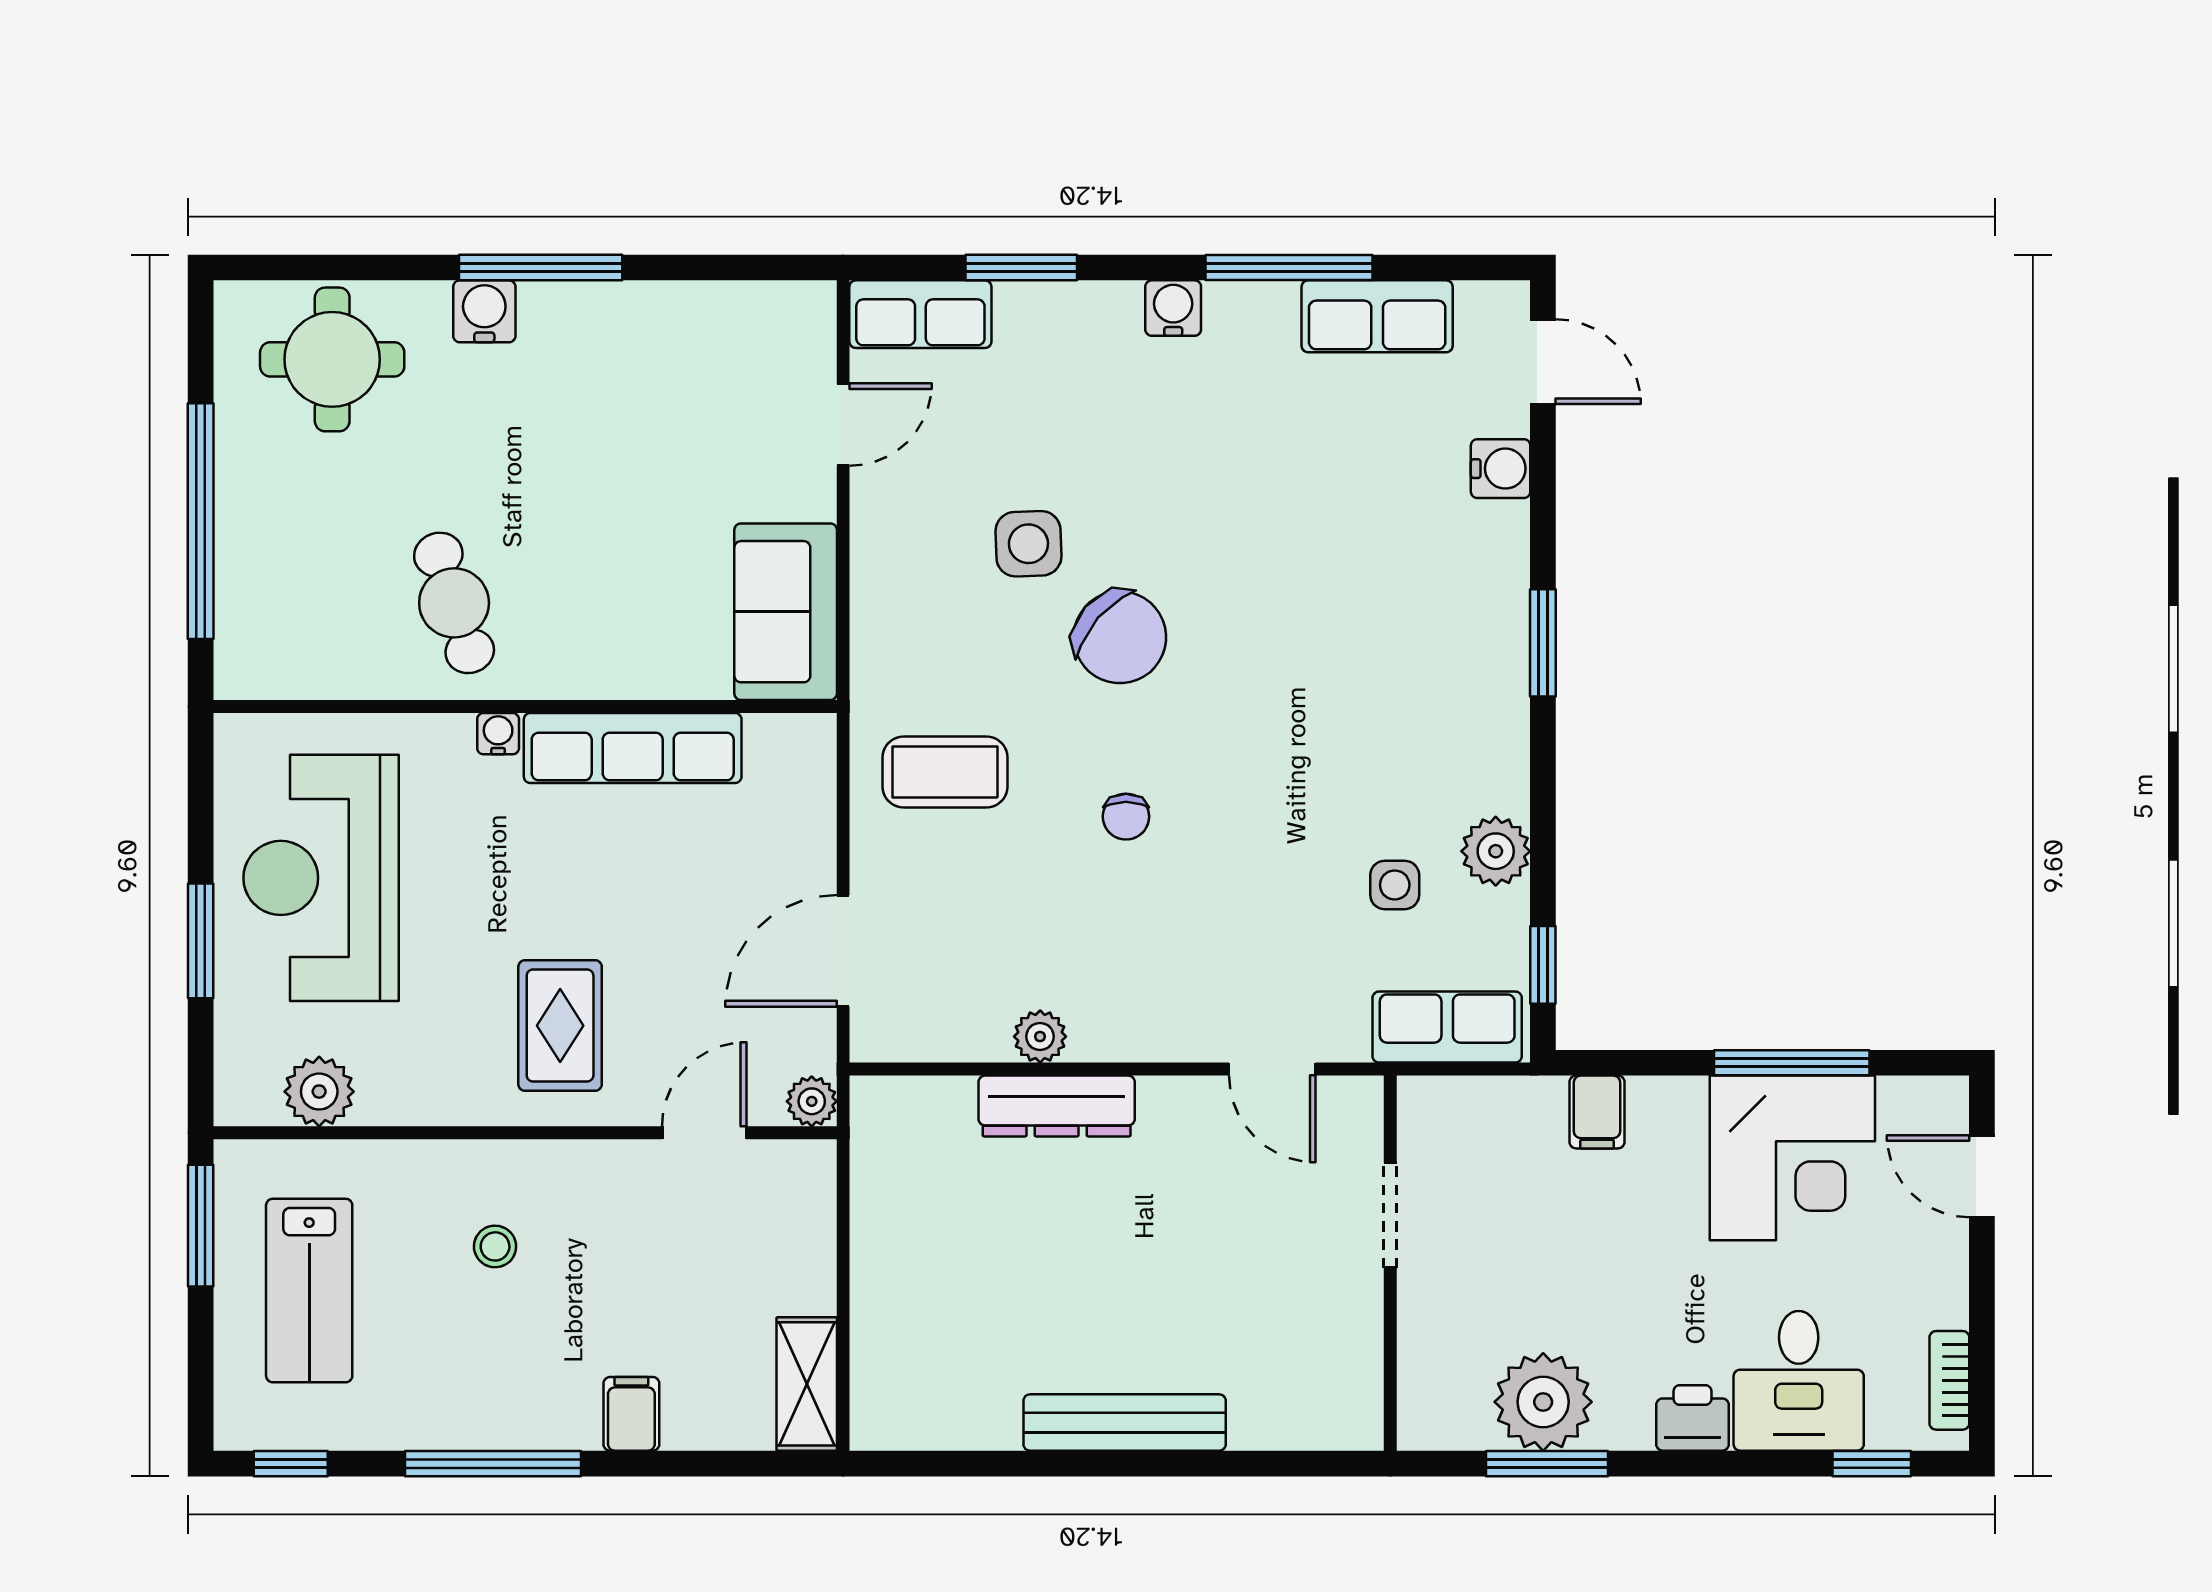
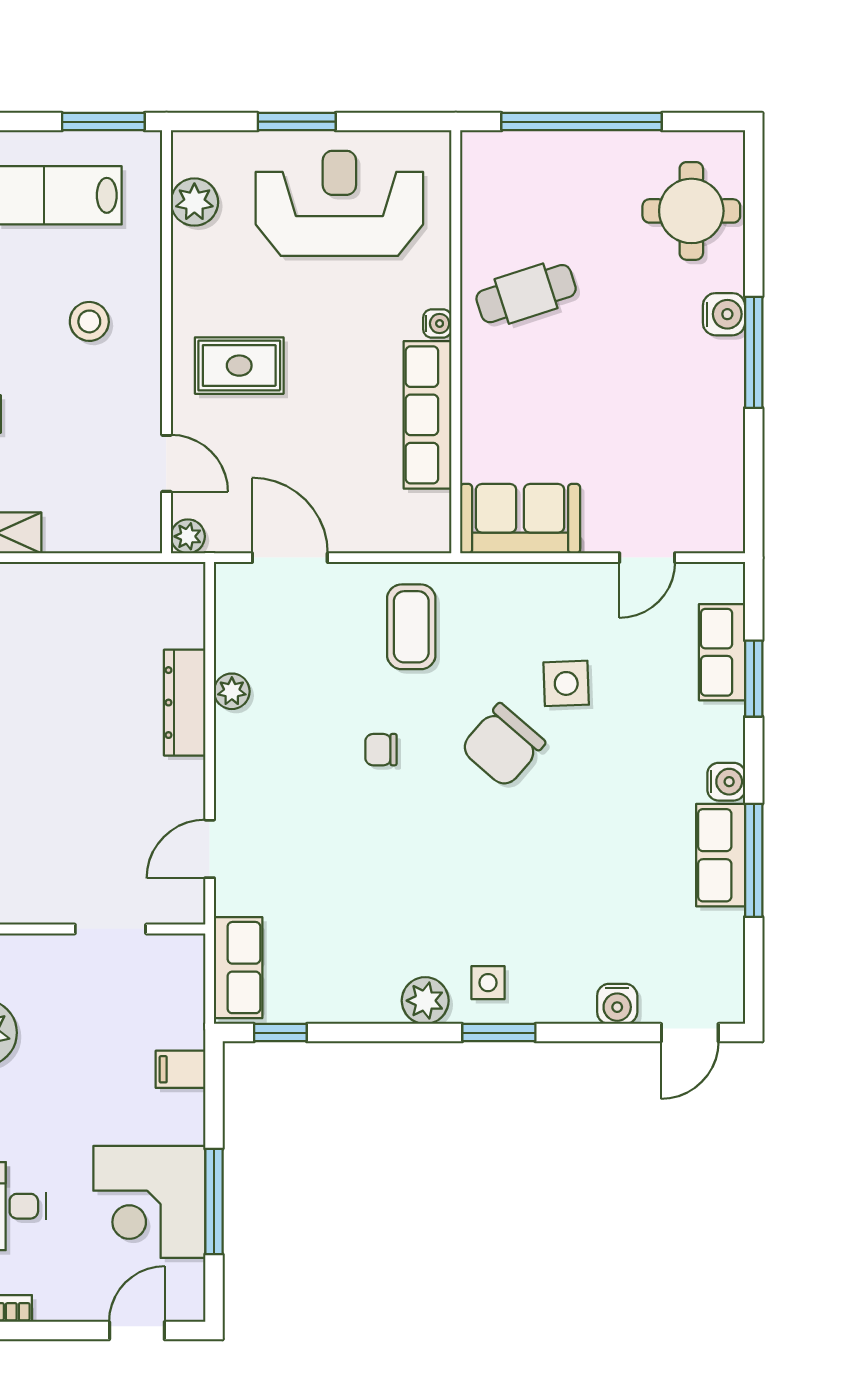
row of seats: (920, 314) -> (722, 652), moved
row of seats: (1377, 316) -> (721, 855), moved
door: (843, 424) -> (647, 558), hinge flipped
plant: (1496, 851) -> (425, 1001), moved
side table: (1395, 885) -> (488, 983), moved
stool: (495, 1246) -> (89, 321), width x1.37, depth x1.37

